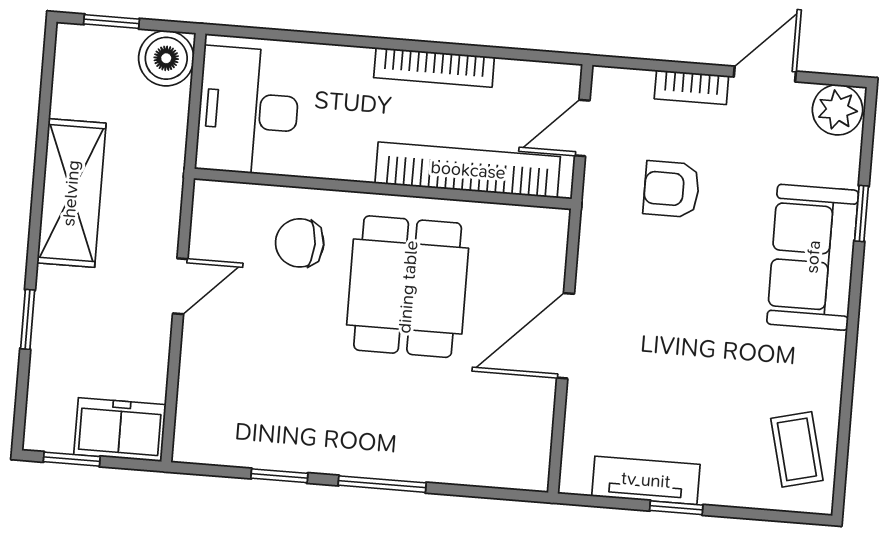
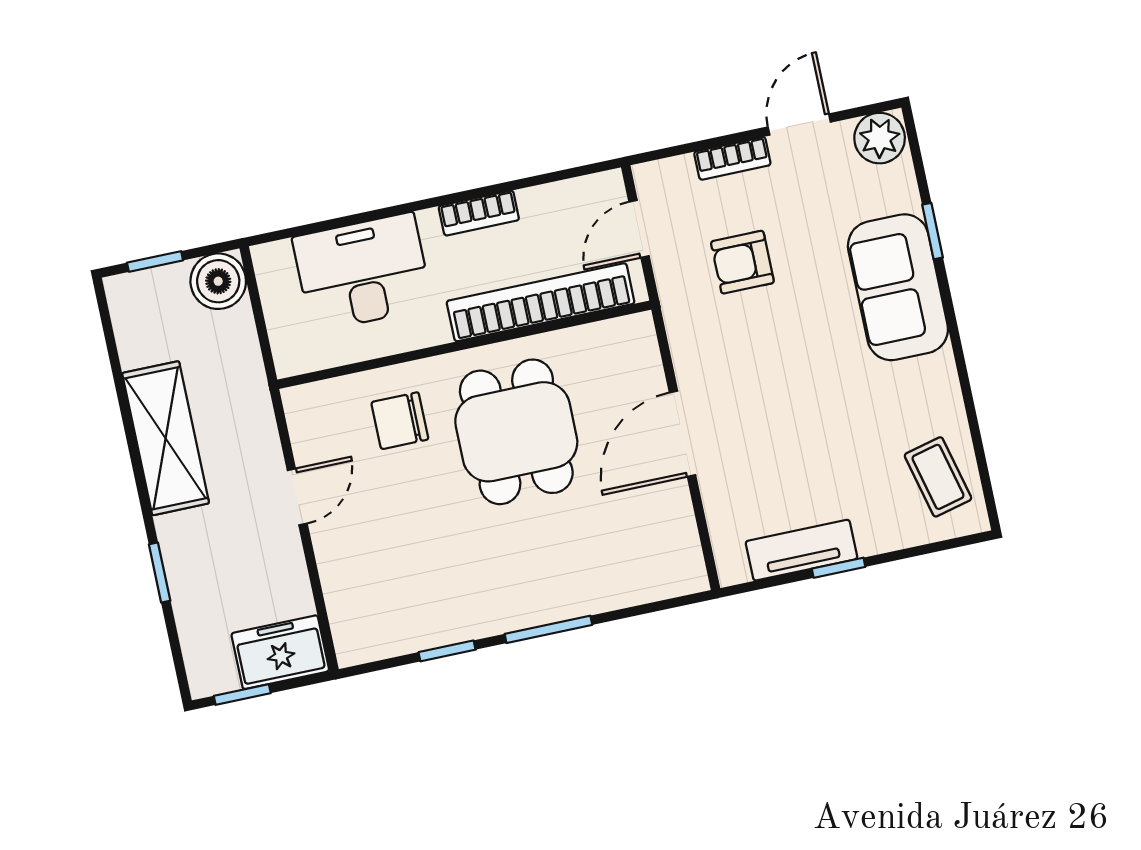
bookcase: (434, 67) -> (479, 213), width x0.64
desk: (248, 111) -> (363, 272), moved, turned 90

